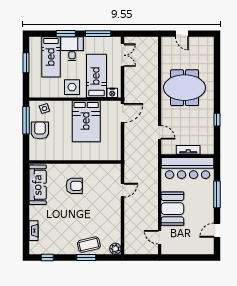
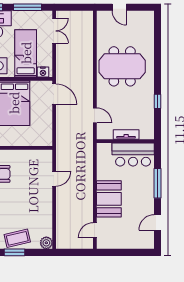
door: (123, 113) -> (54, 94), hinge flipped
bar counter: (188, 168) -> (133, 154), width x0.73
door: (160, 237) -> (95, 230), hinge flipped

